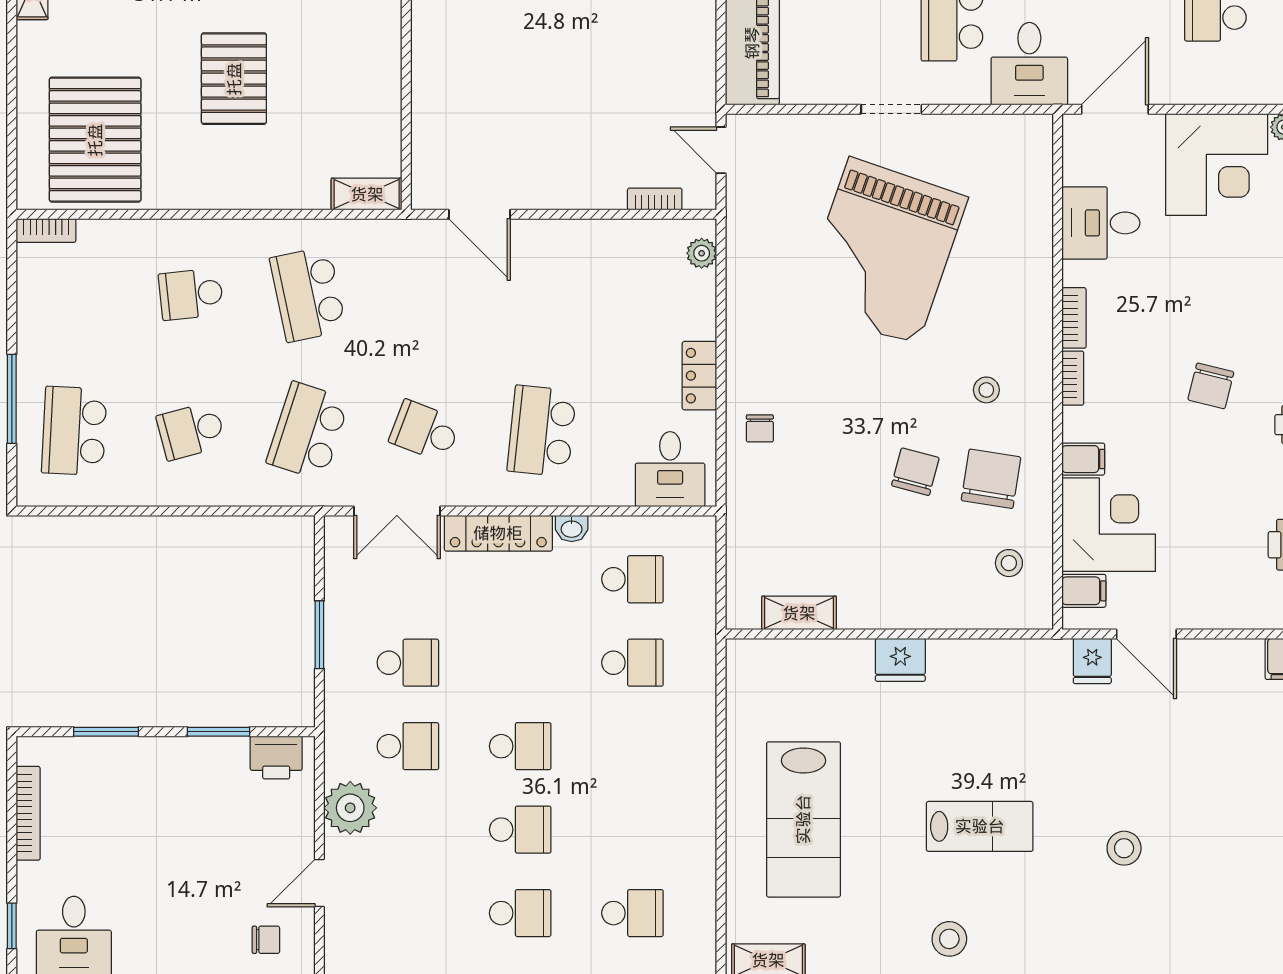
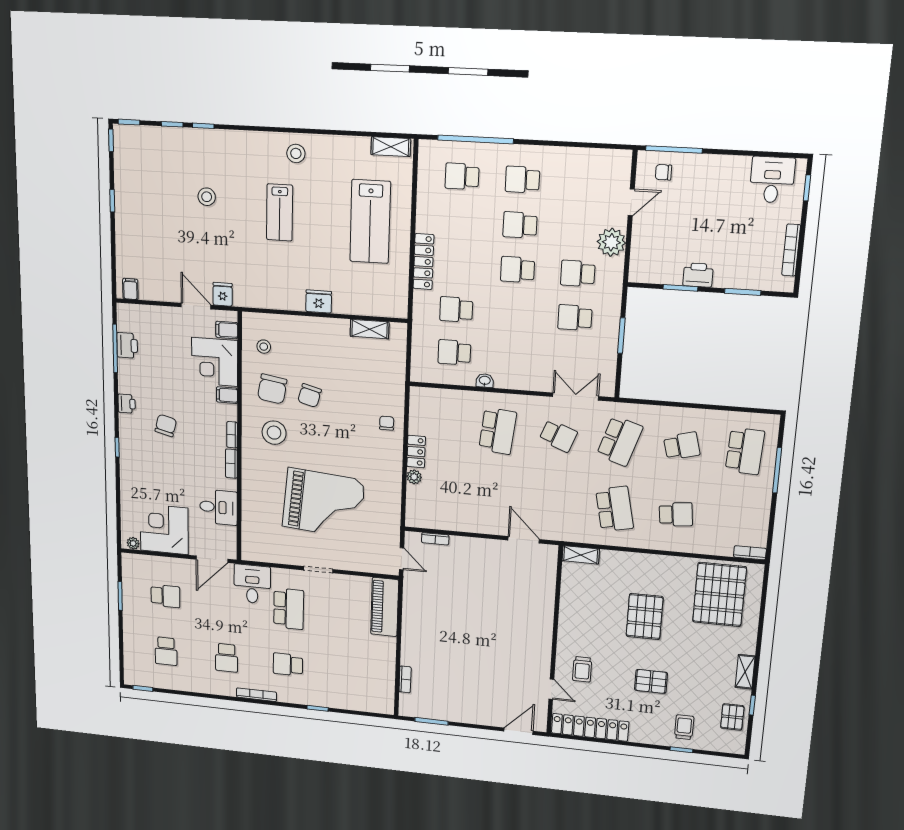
grand piano: (883, 251) -> (323, 504), turned 76
plant: (702, 253) -> (414, 477), moved
stool: (986, 390) -> (274, 433), width x1.89, depth x1.89
desk: (670, 469) -> (433, 407), removed
locker: (498, 533) -> (423, 262), moved, turned 90
printer: (276, 758) -> (698, 275), moved
lab bench: (803, 819) -> (370, 222), turned 180
lab bench: (980, 826) -> (280, 212), turned -90

